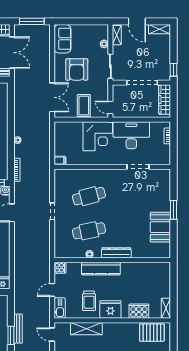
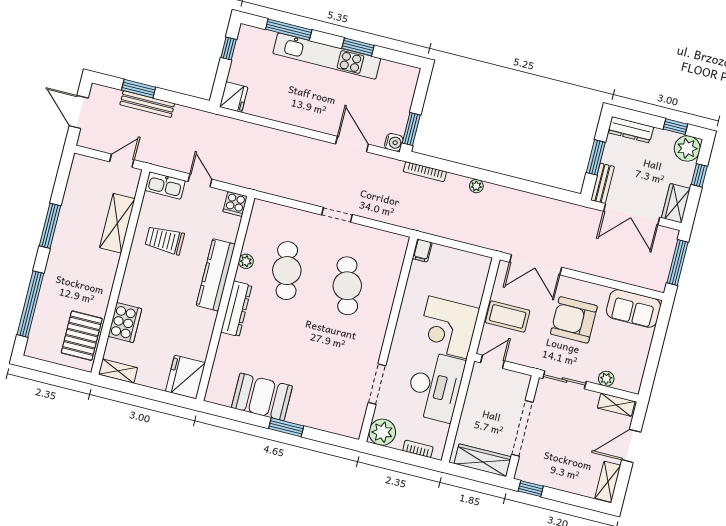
plant: (163, 157) -> (382, 432), added
fridge: (110, 309) -> (186, 377), moved, turned 180

